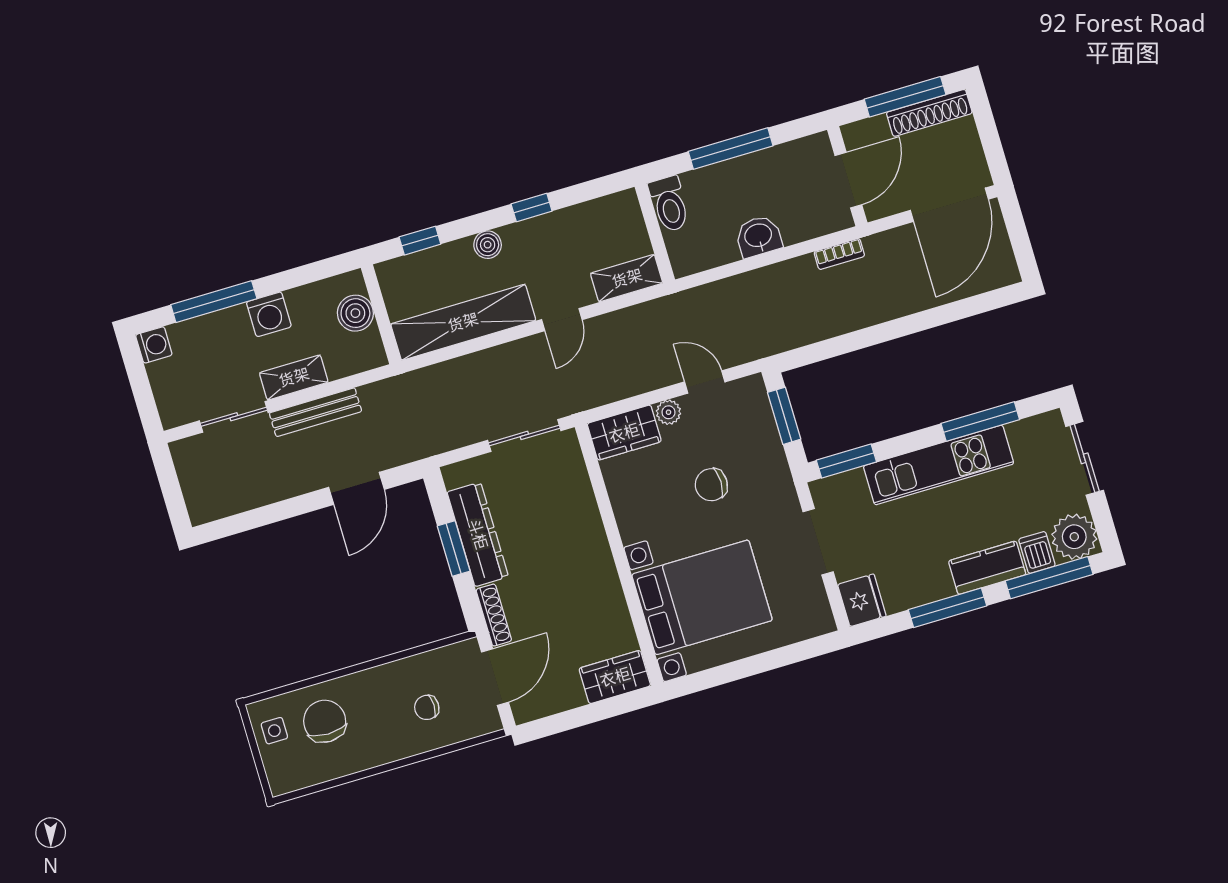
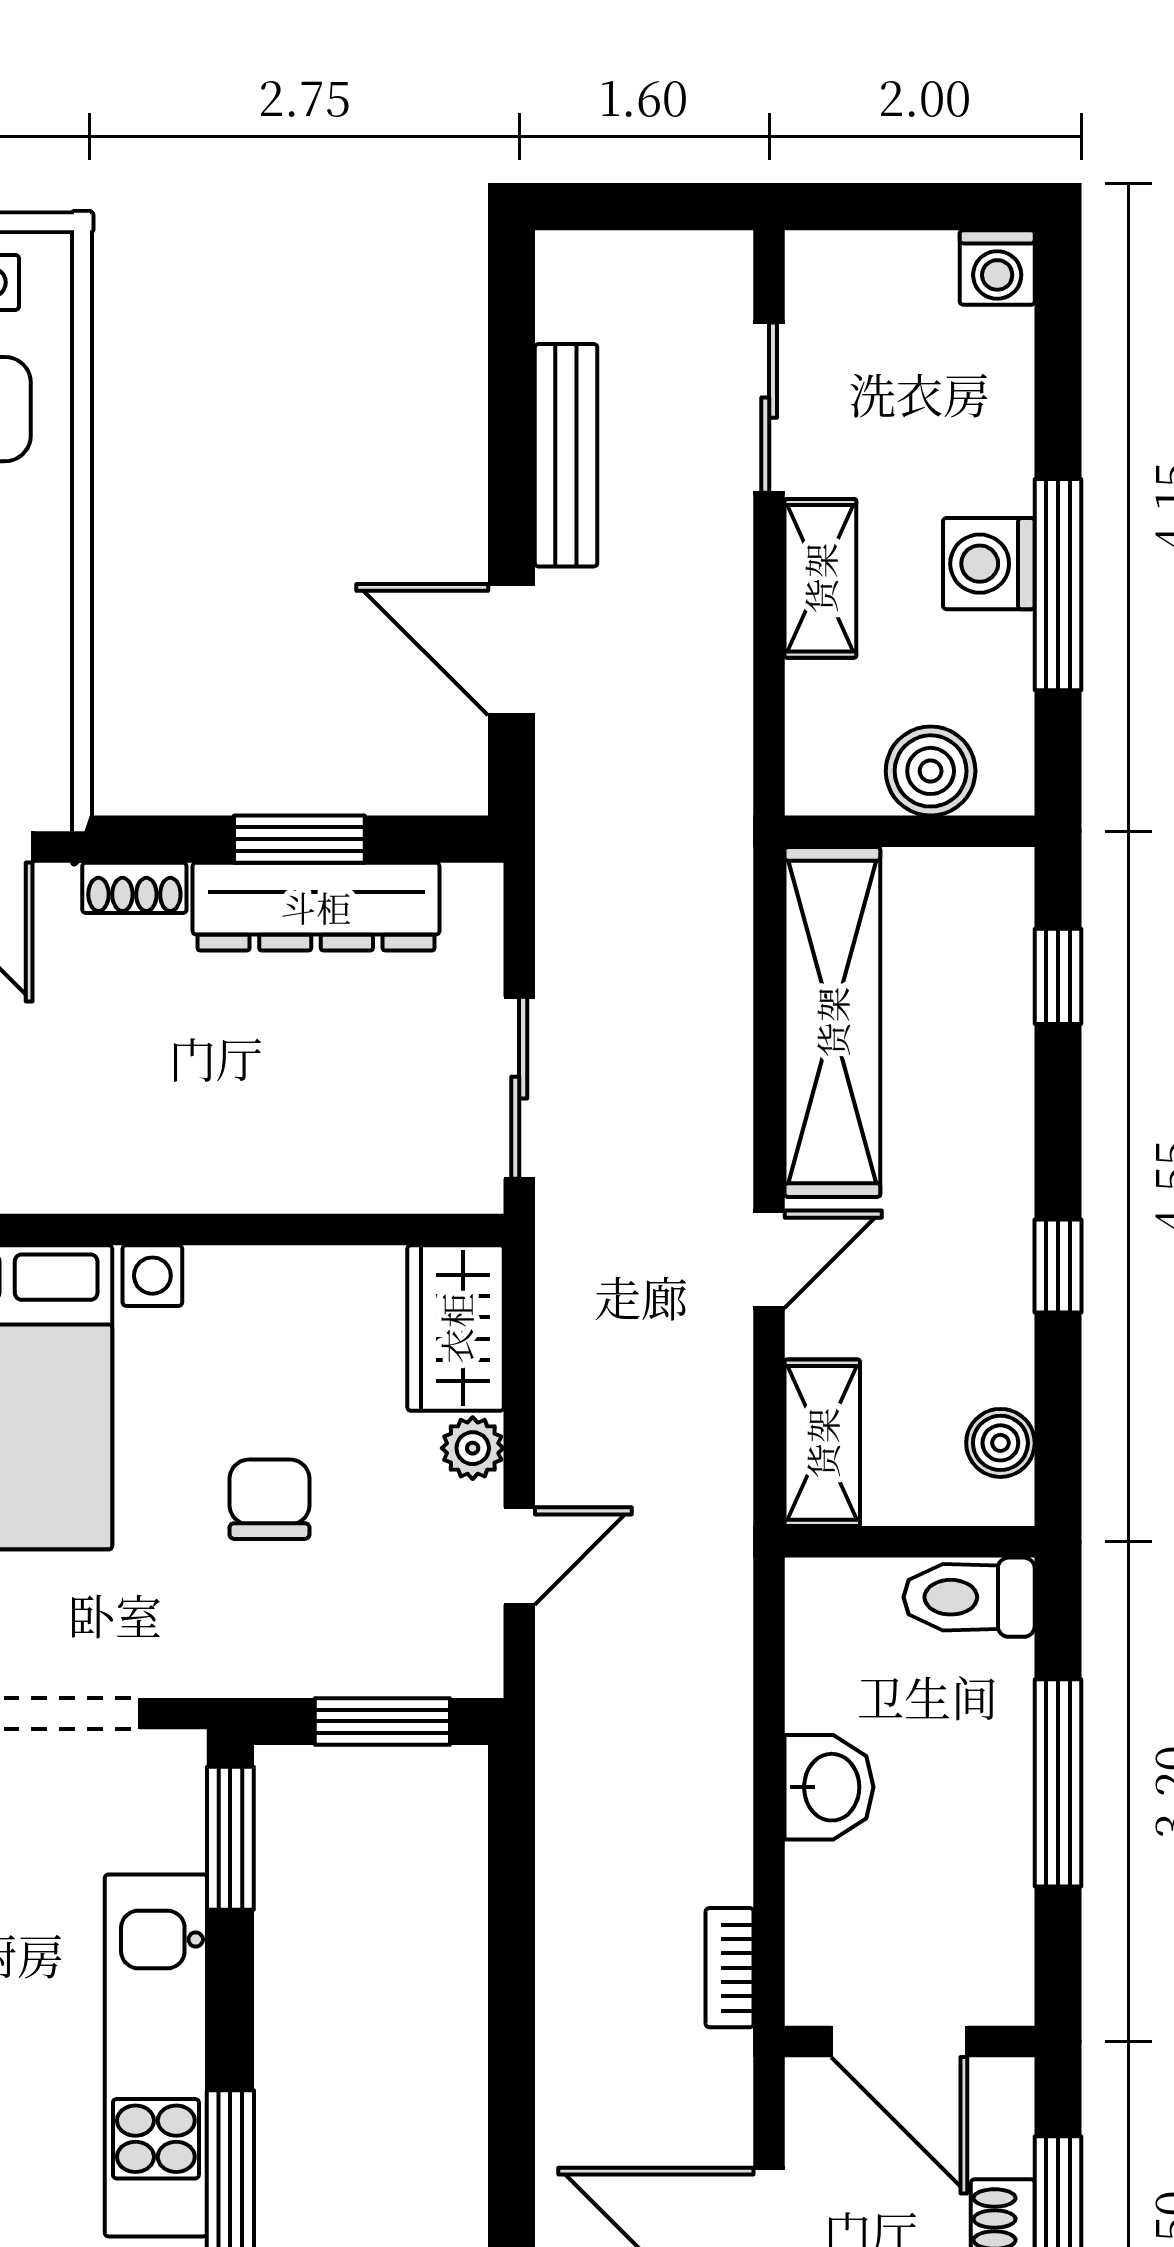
boiler: (488, 245) -> (1000, 1443), moved
window: (214, 302) -> (1058, 585), moved
door: (562, 320) -> (769, 1259), swing flipped
bench: (315, 412) -> (566, 455), moved
shoe rack: (494, 615) -> (134, 888), width x0.70

